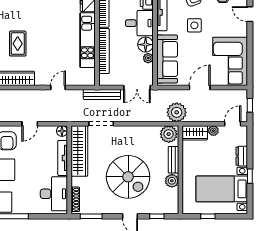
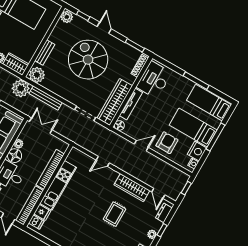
bench: (102, 95) -> (46, 98), moved
plant: (172, 181) -> (67, 17), moved

